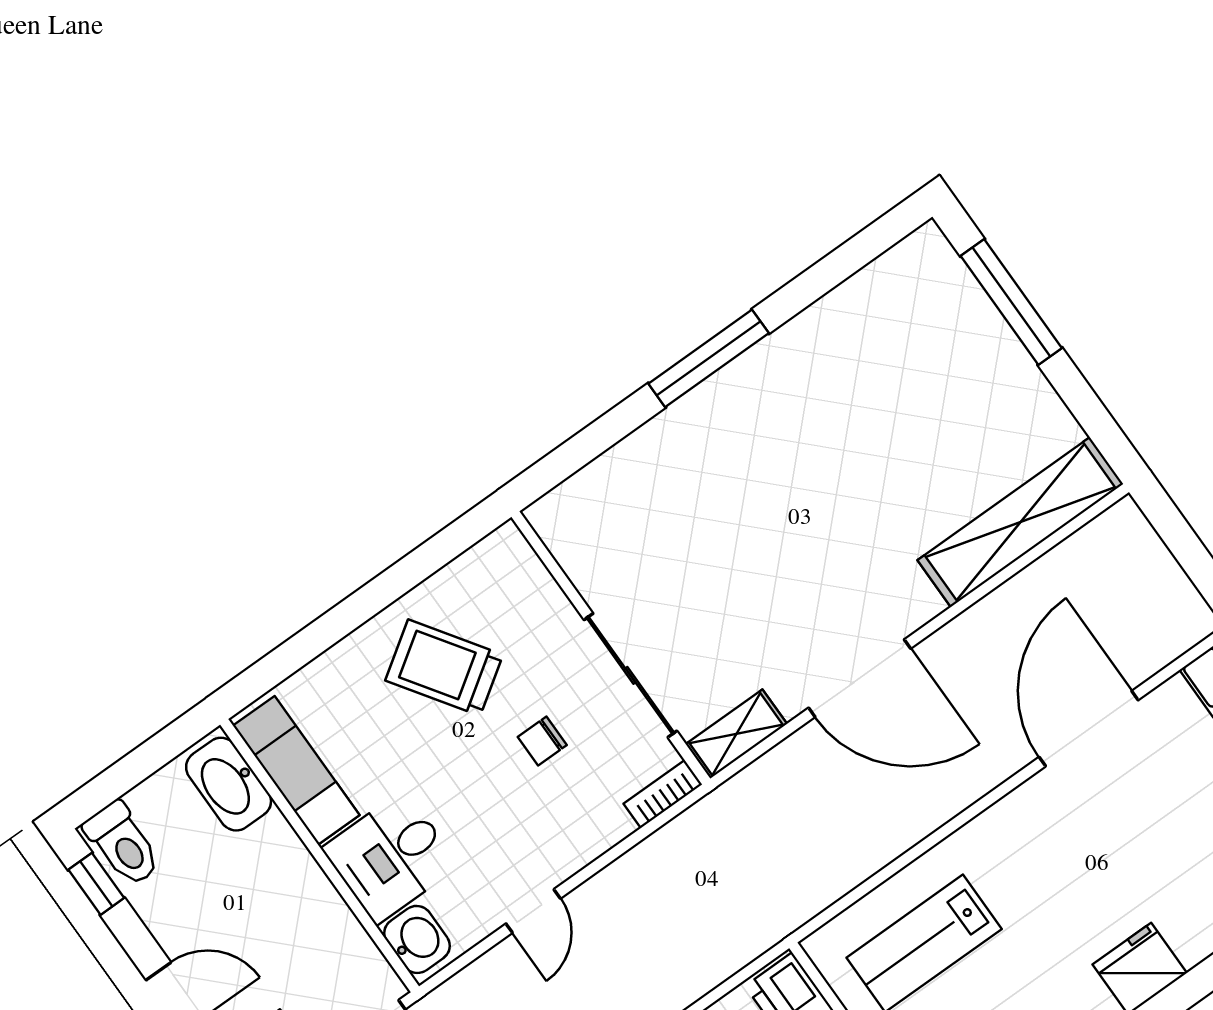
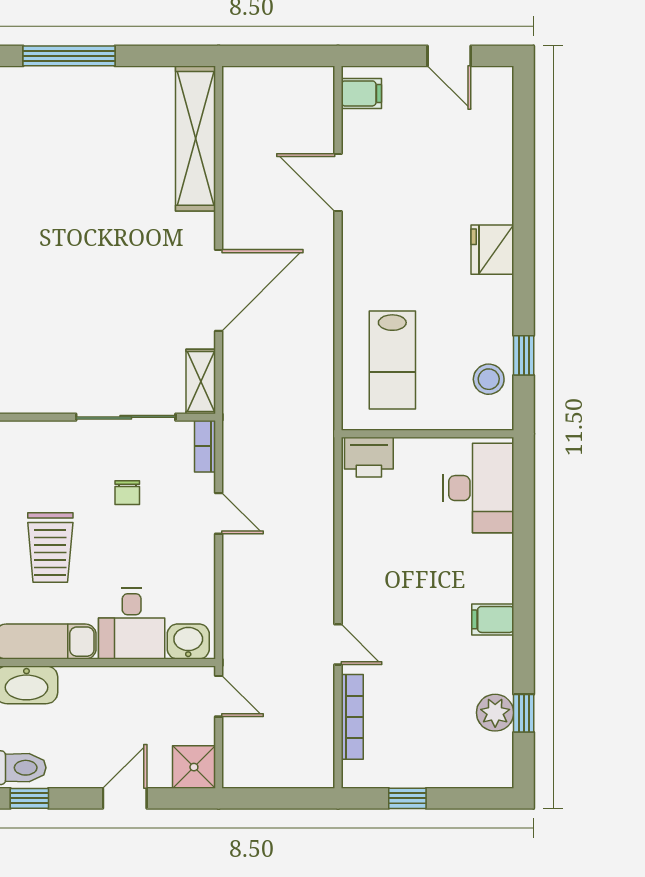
trolley: (444, 668) -> (50, 547), moved, turned -56
door: (1089, 729) -> (338, 183), width x0.73
door: (533, 911) -> (219, 513), moved

